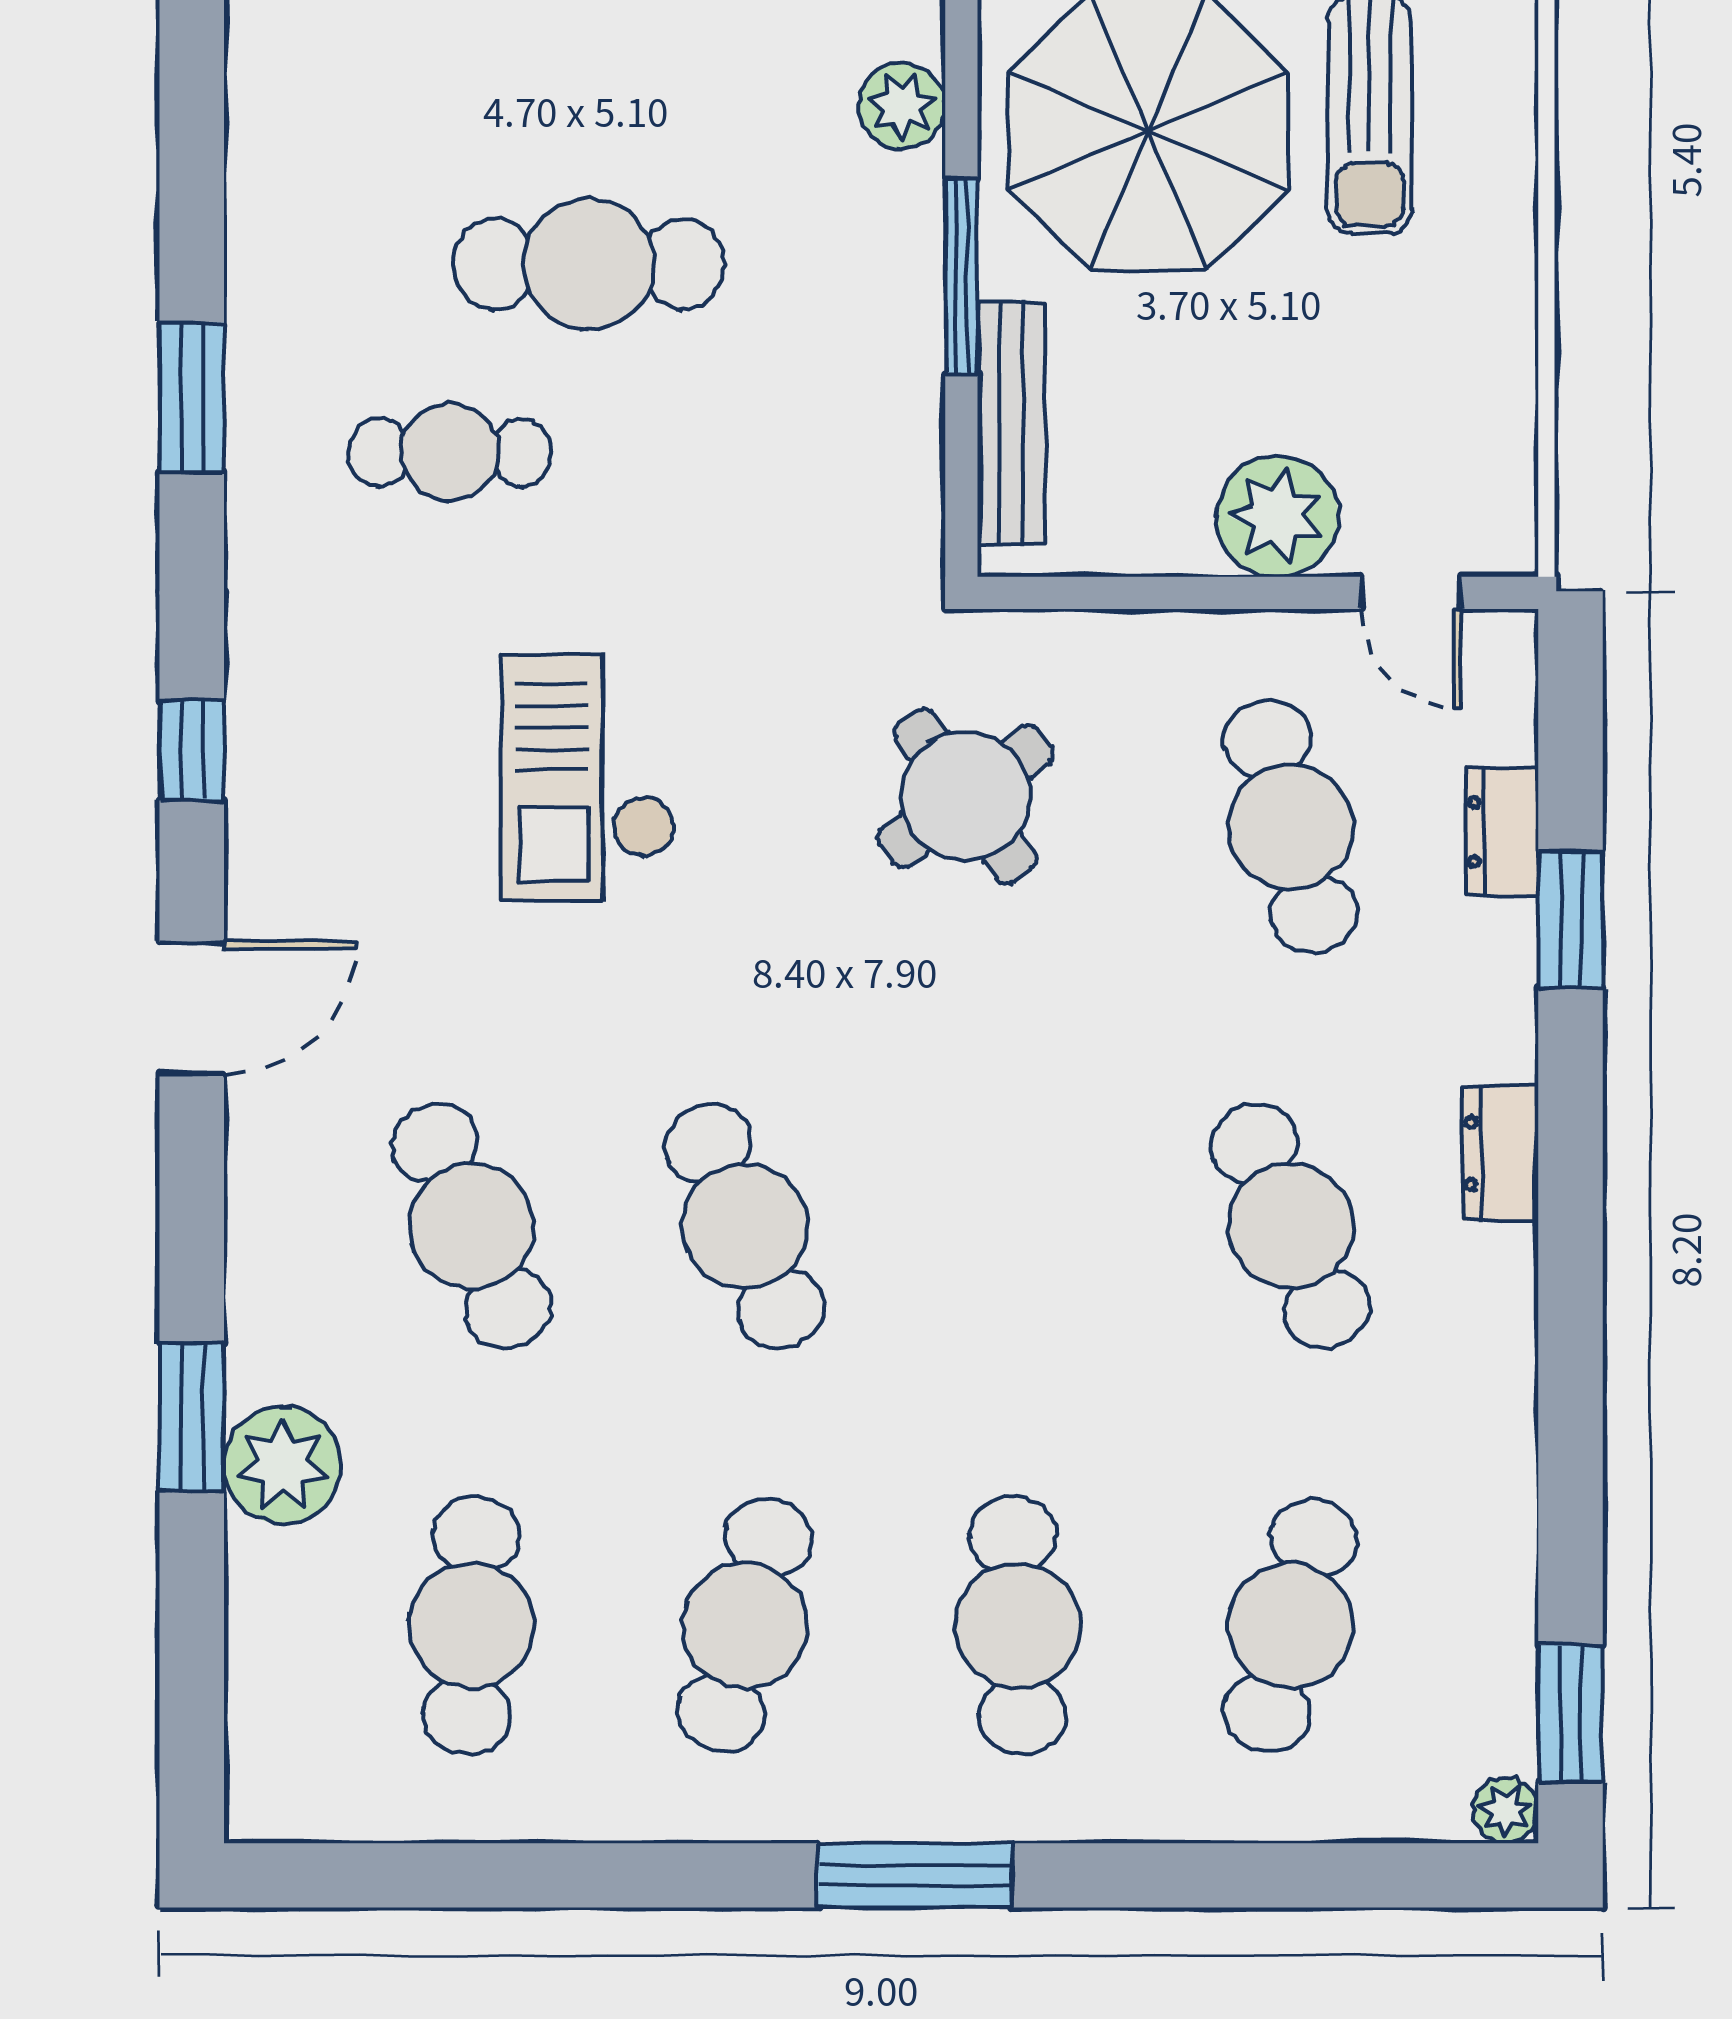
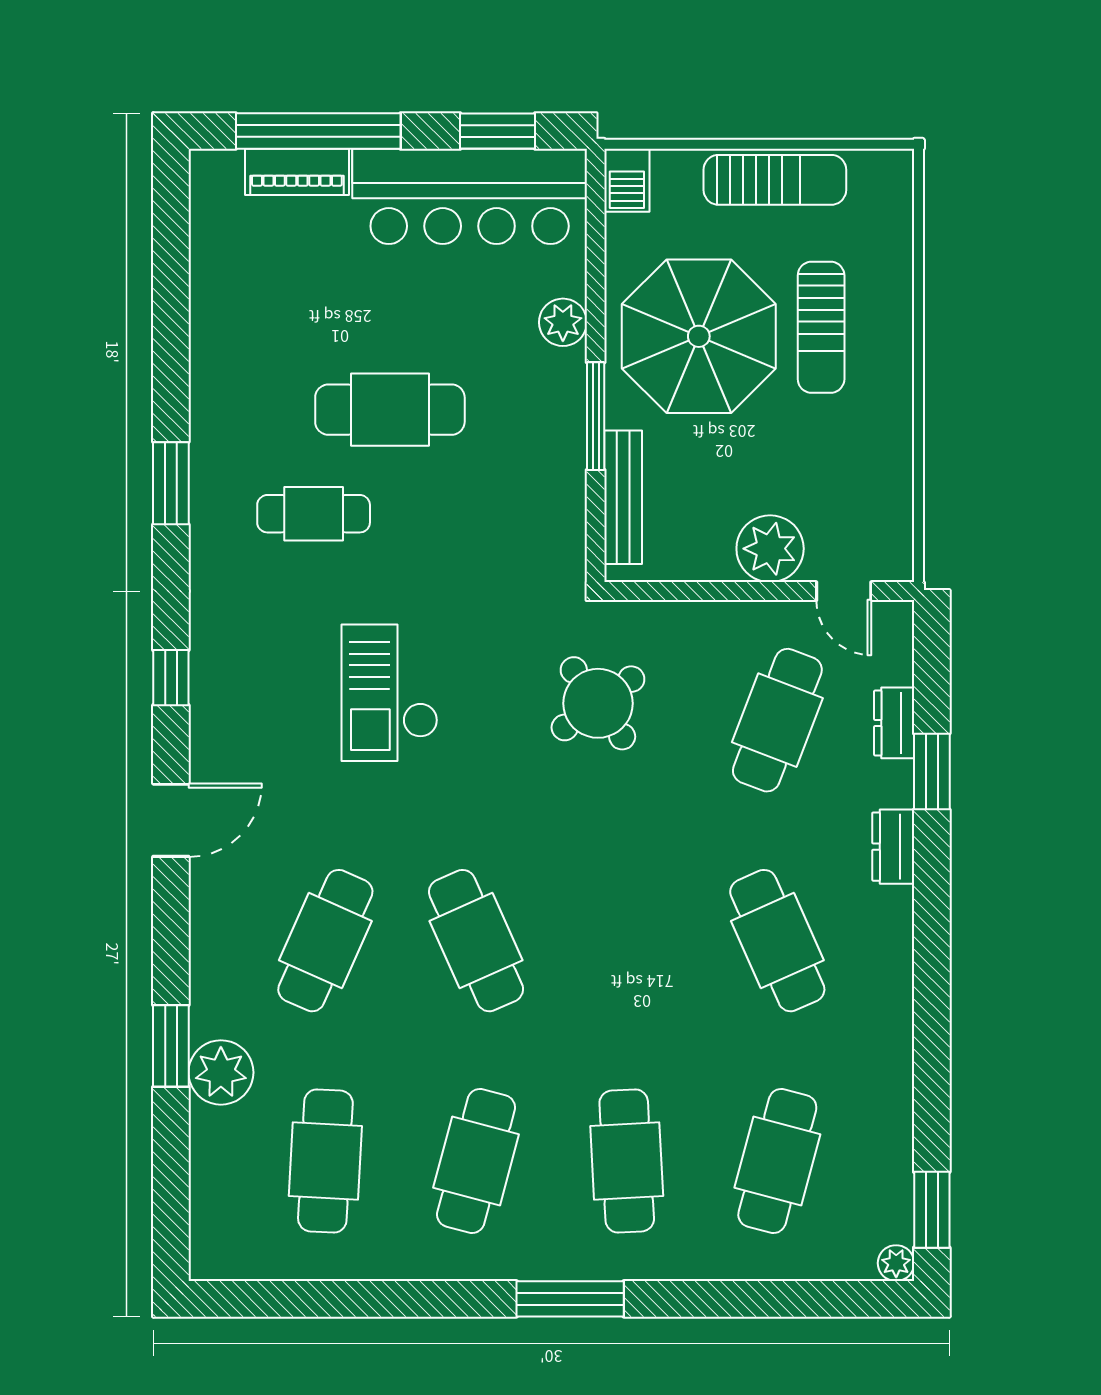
cafe table: (1291, 827) -> (777, 720), turned 36
dresser: (1500, 1154) -> (893, 847), moved
cafe table: (472, 1226) -> (325, 941), turned 48

